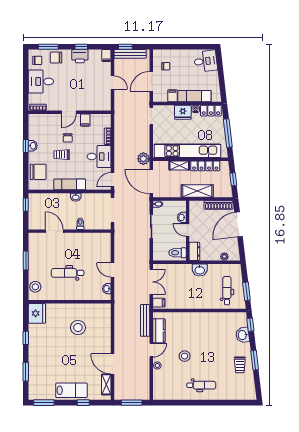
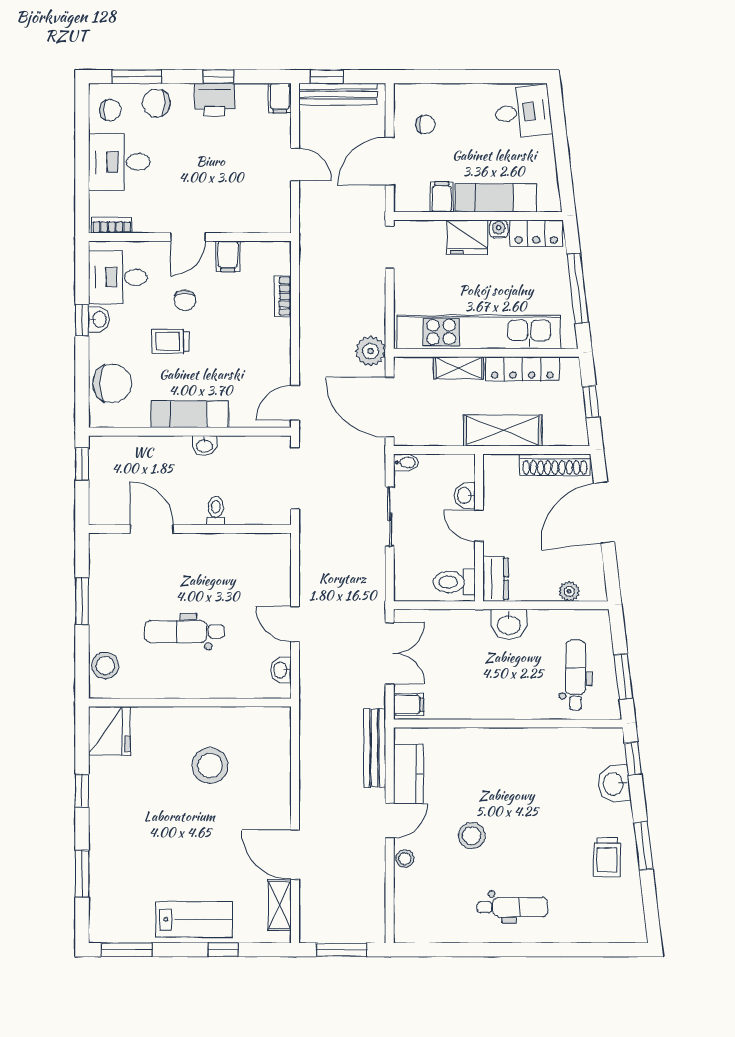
desk: (99, 156) -> (118, 277), moved, turned 180

